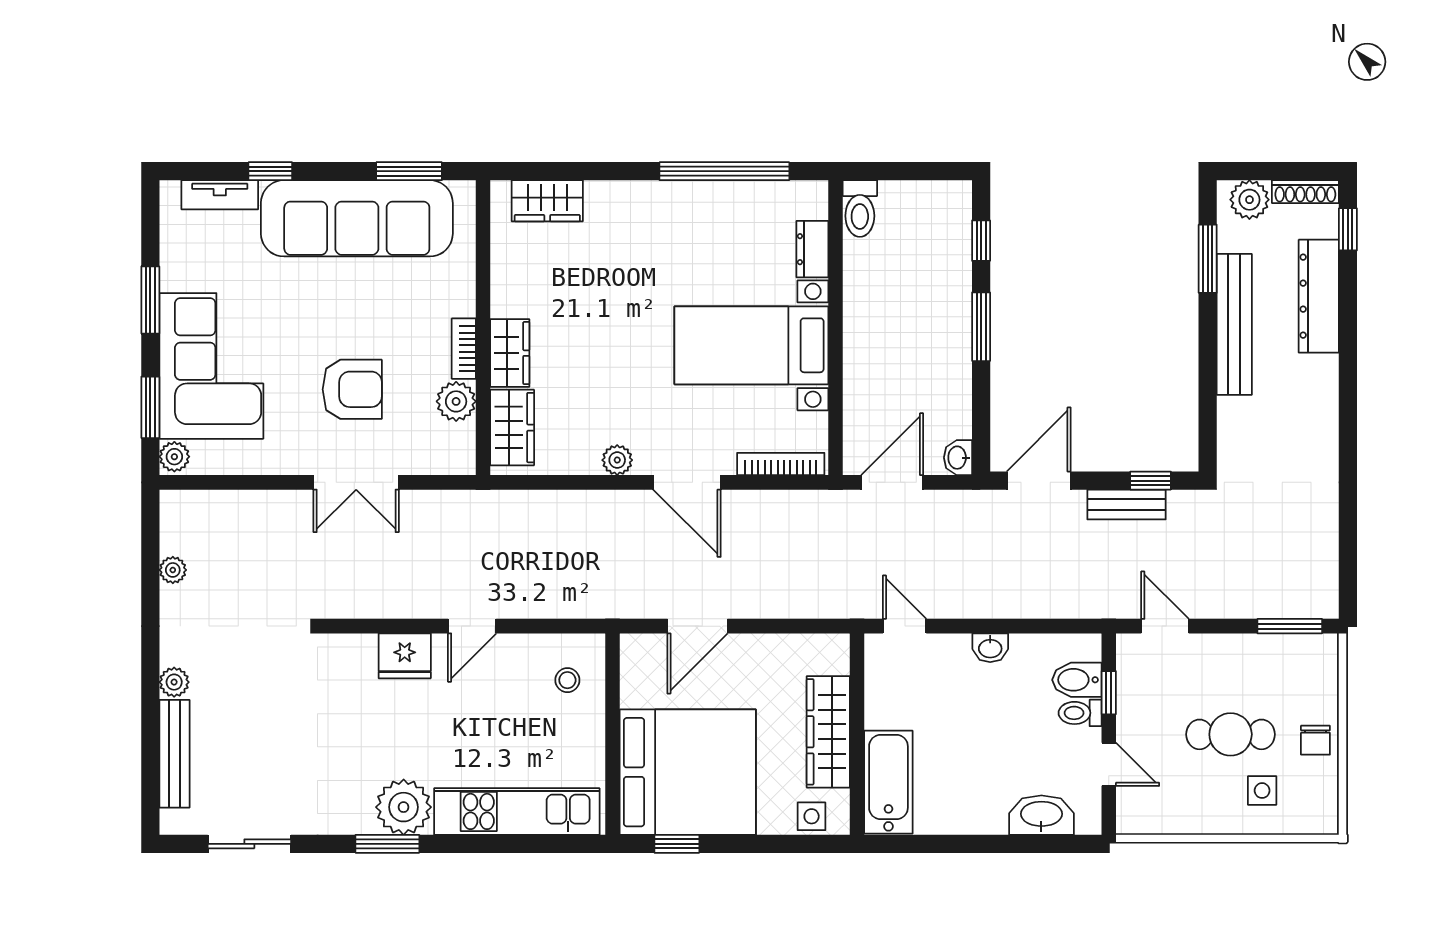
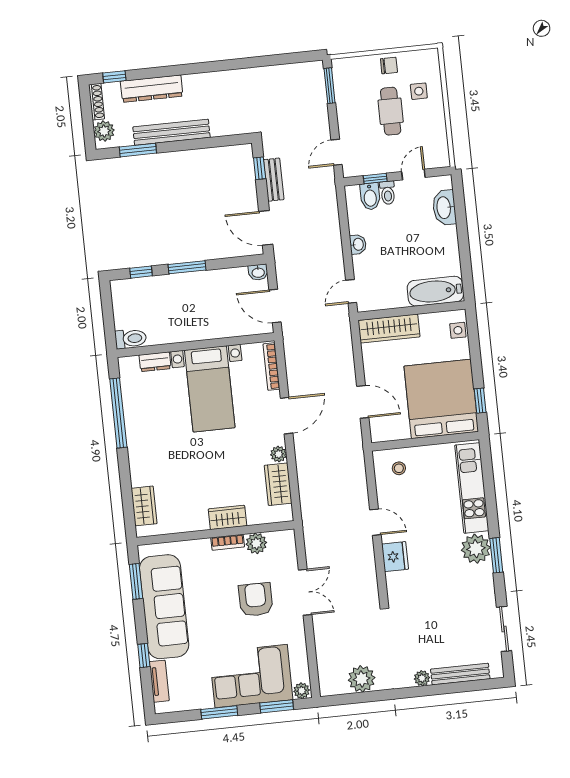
wardrobe: (512, 428) -> (278, 484), moved, turned -90
plant: (173, 570) -> (362, 679), width x1.88, depth x1.88
wardrobe: (828, 732) -> (389, 329), moved

